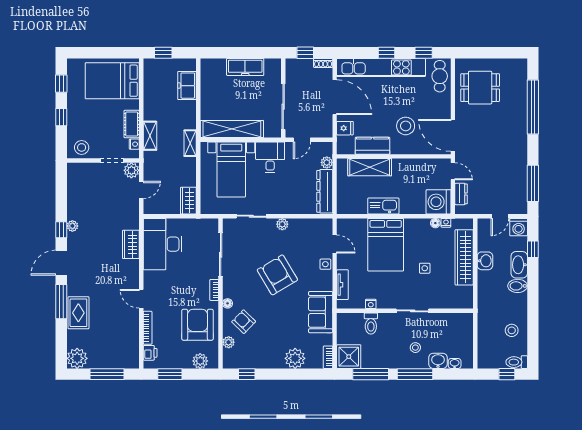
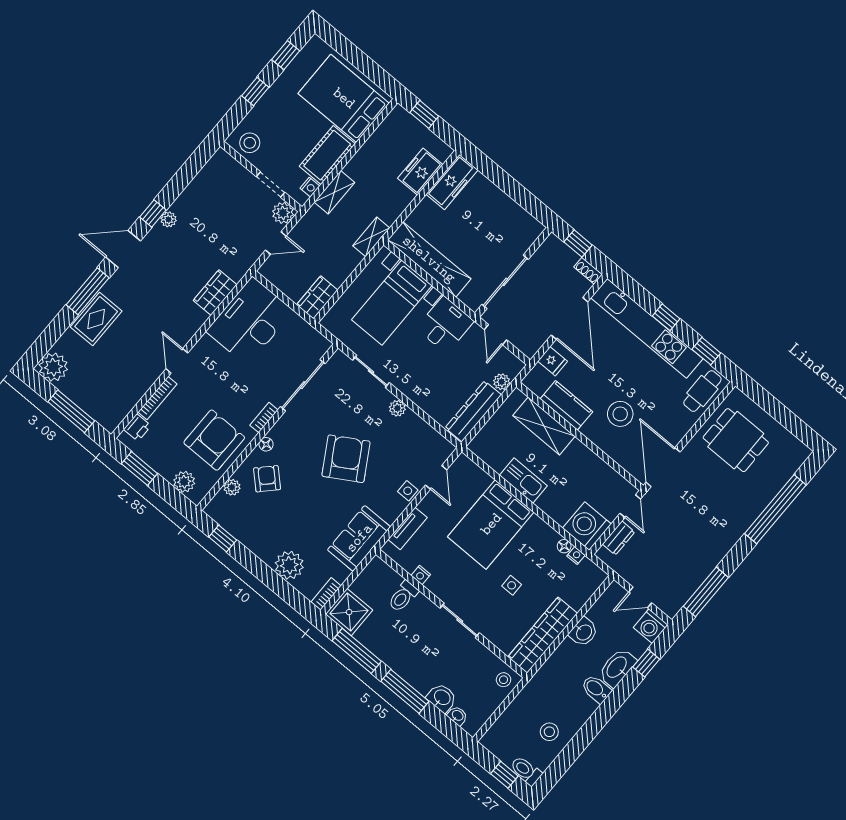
freezer: (245, 67) -> (452, 182), moved, turned -90
cot: (132, 124) -> (327, 155), width x1.37, depth x1.34
door: (302, 140) -> (495, 335), hinge flipped
wardrobe: (464, 257) -> (543, 635), moved
stool: (415, 348) -> (503, 680), moved

